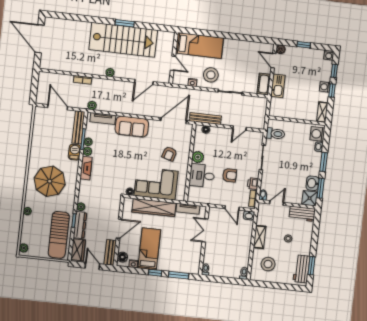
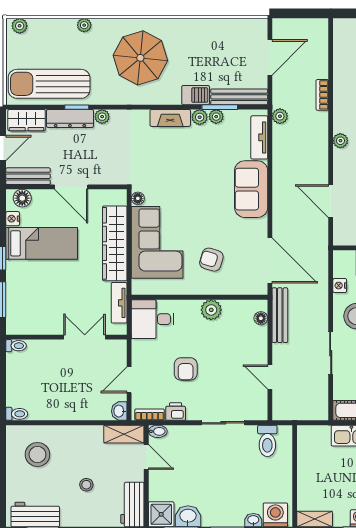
desk: (202, 176) -> (153, 319), moved, turned -90
shelving: (260, 237) -> (124, 434), moved

